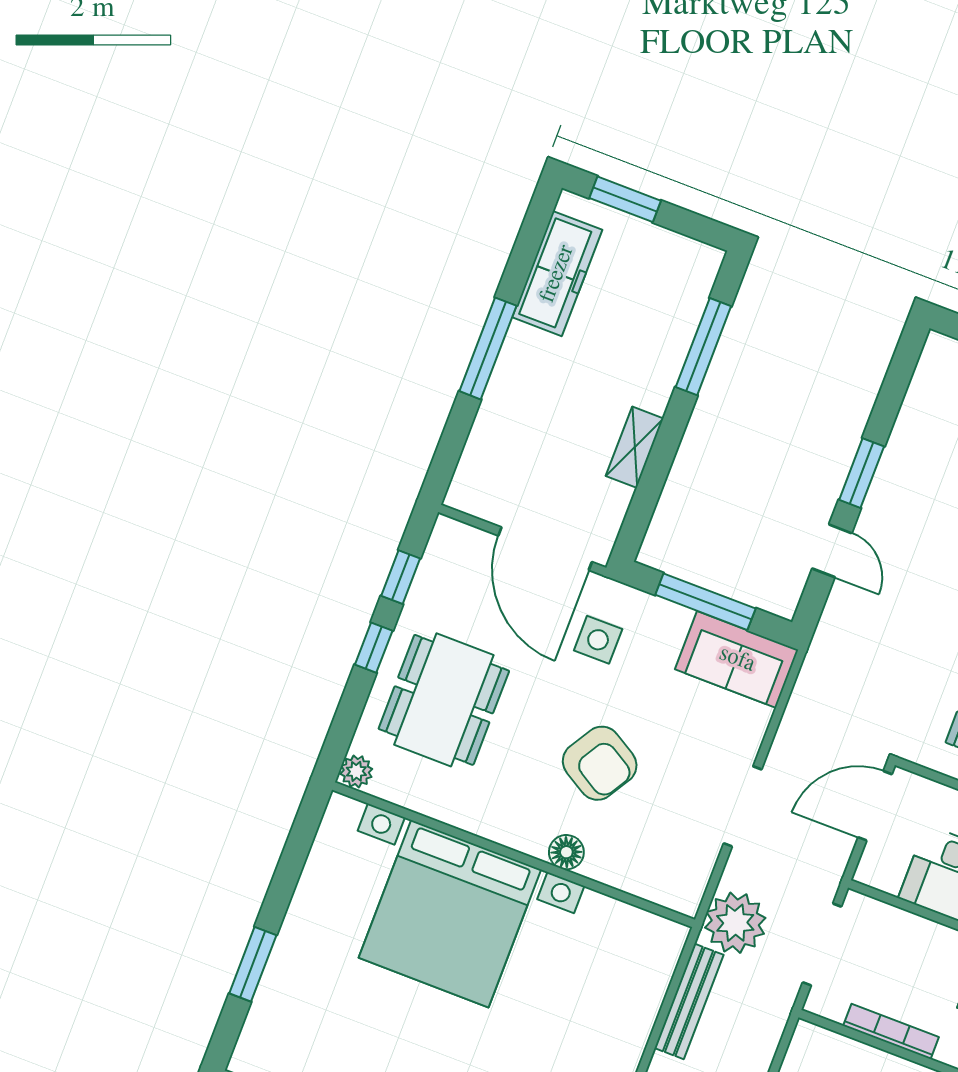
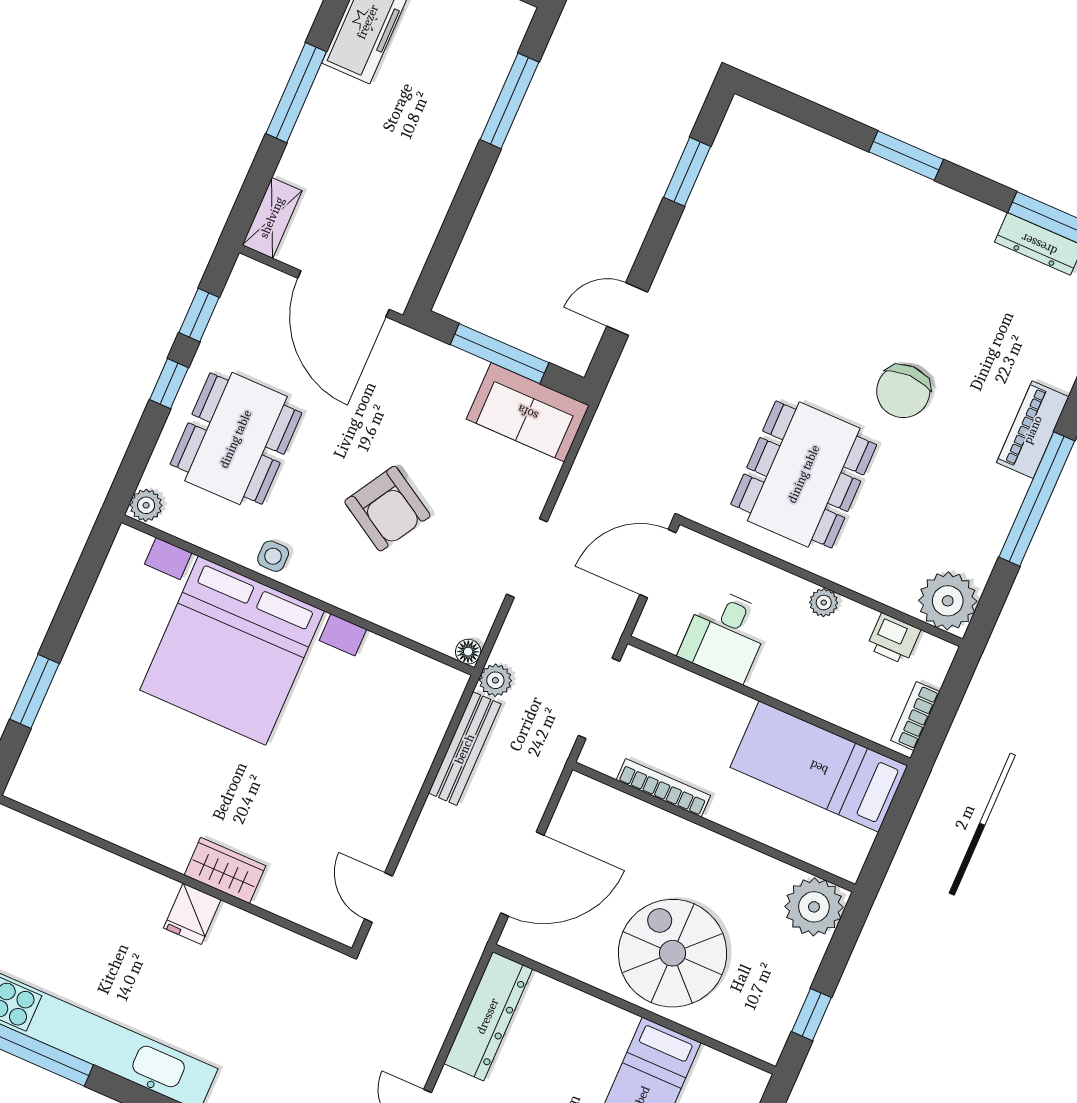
shelving: (635, 447) -> (272, 218), moved
window: (862, 473) -> (687, 172), moved
door: (832, 551) -> (627, 309), swing flipped
side table: (598, 640) -> (273, 556), moved, width x0.73, depth x0.73
floor lamp: (566, 852) -> (468, 652), moved, width x0.73, depth x0.73
plant: (735, 923) -> (495, 680), width x0.53, depth x0.53

